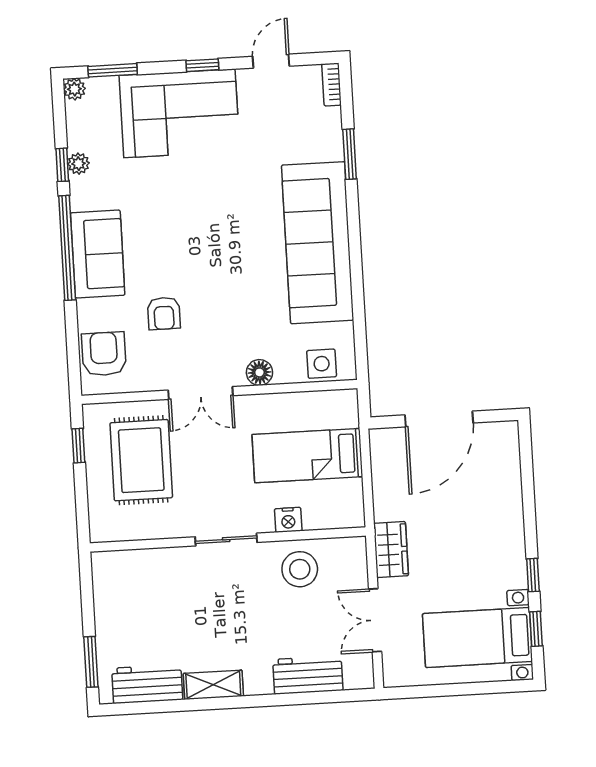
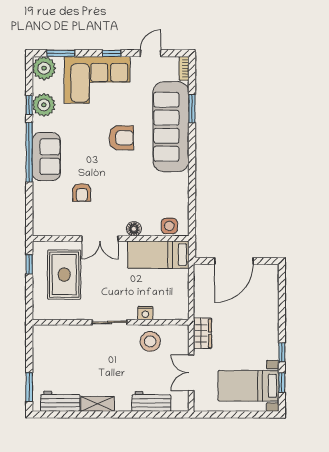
plant: (74, 89) -> (44, 68), width x1.87, depth x1.87
plant: (79, 164) -> (44, 105), width x1.88, depth x1.88
sofa: (318, 243) -> (171, 127), moved
armchair: (104, 354) -> (121, 138), moved, turned 90
bed: (307, 456) -> (158, 255), moved

